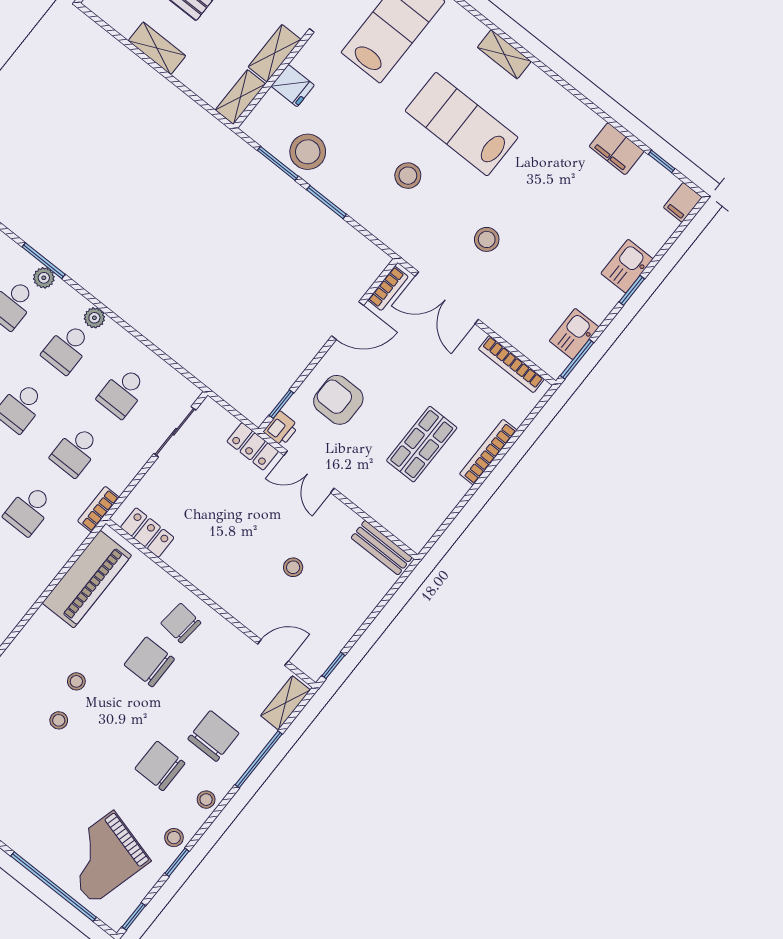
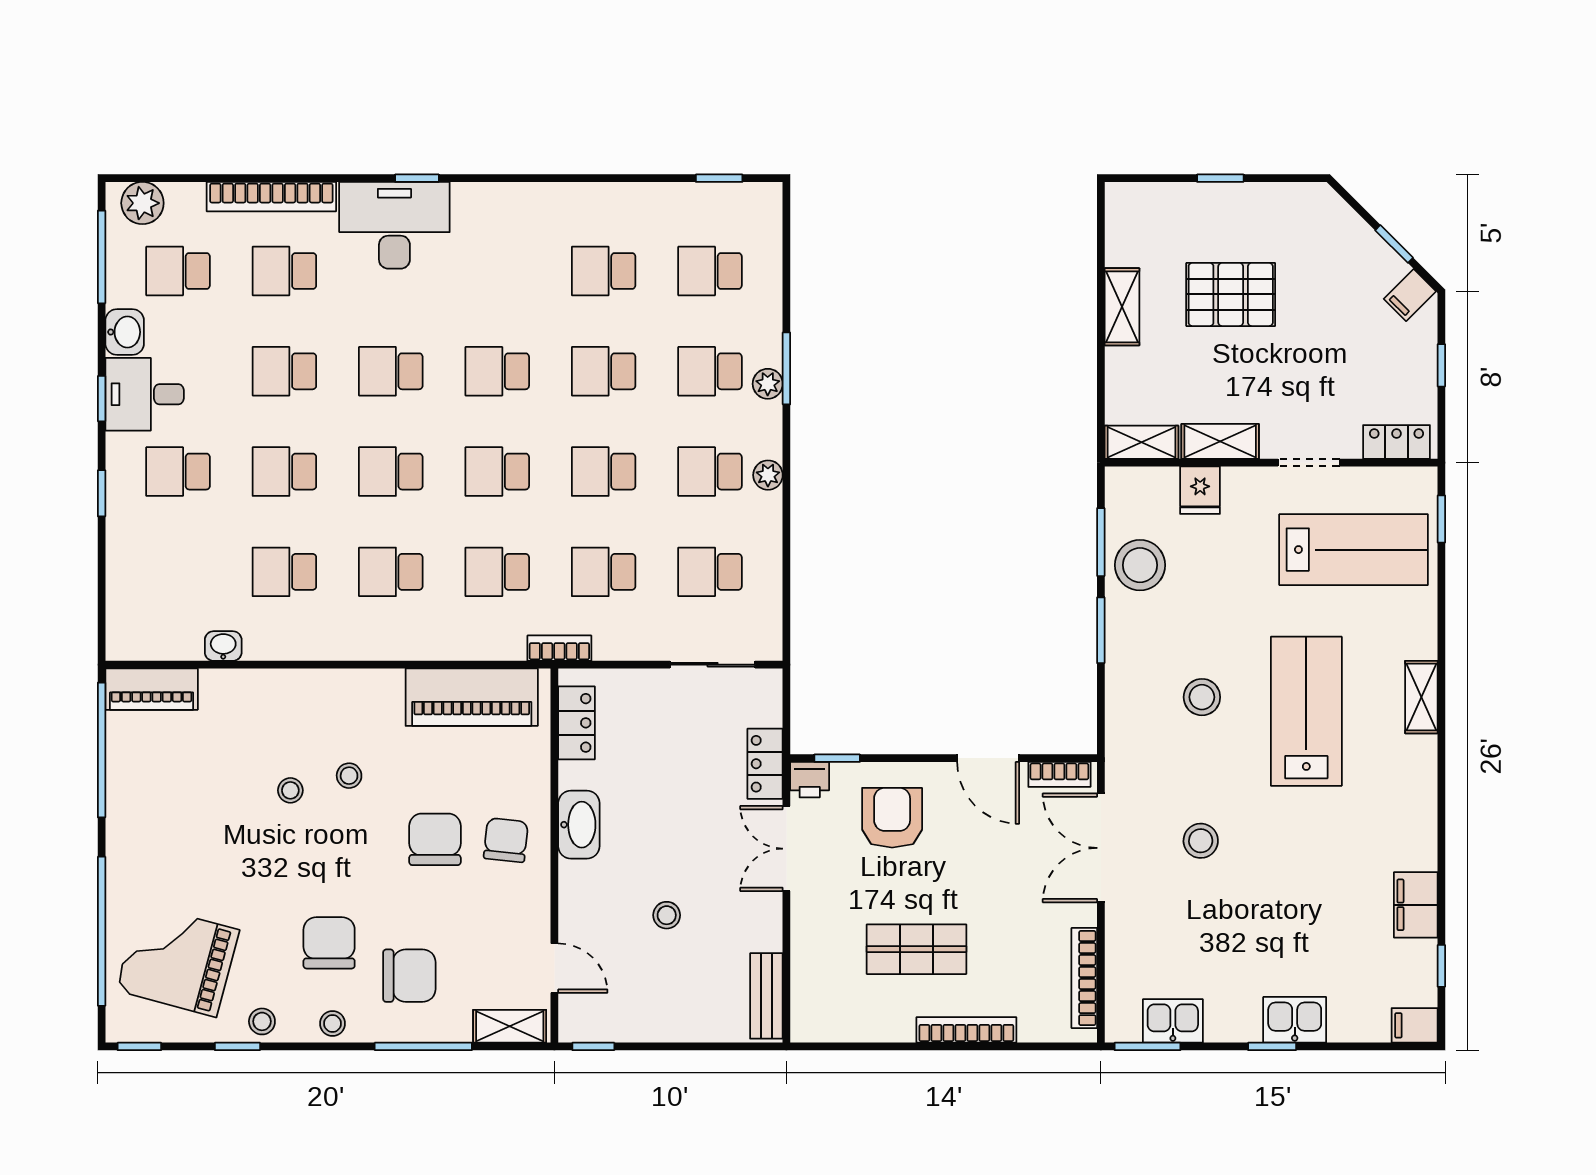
washbasin: (204, 576) -> (579, 825), added

